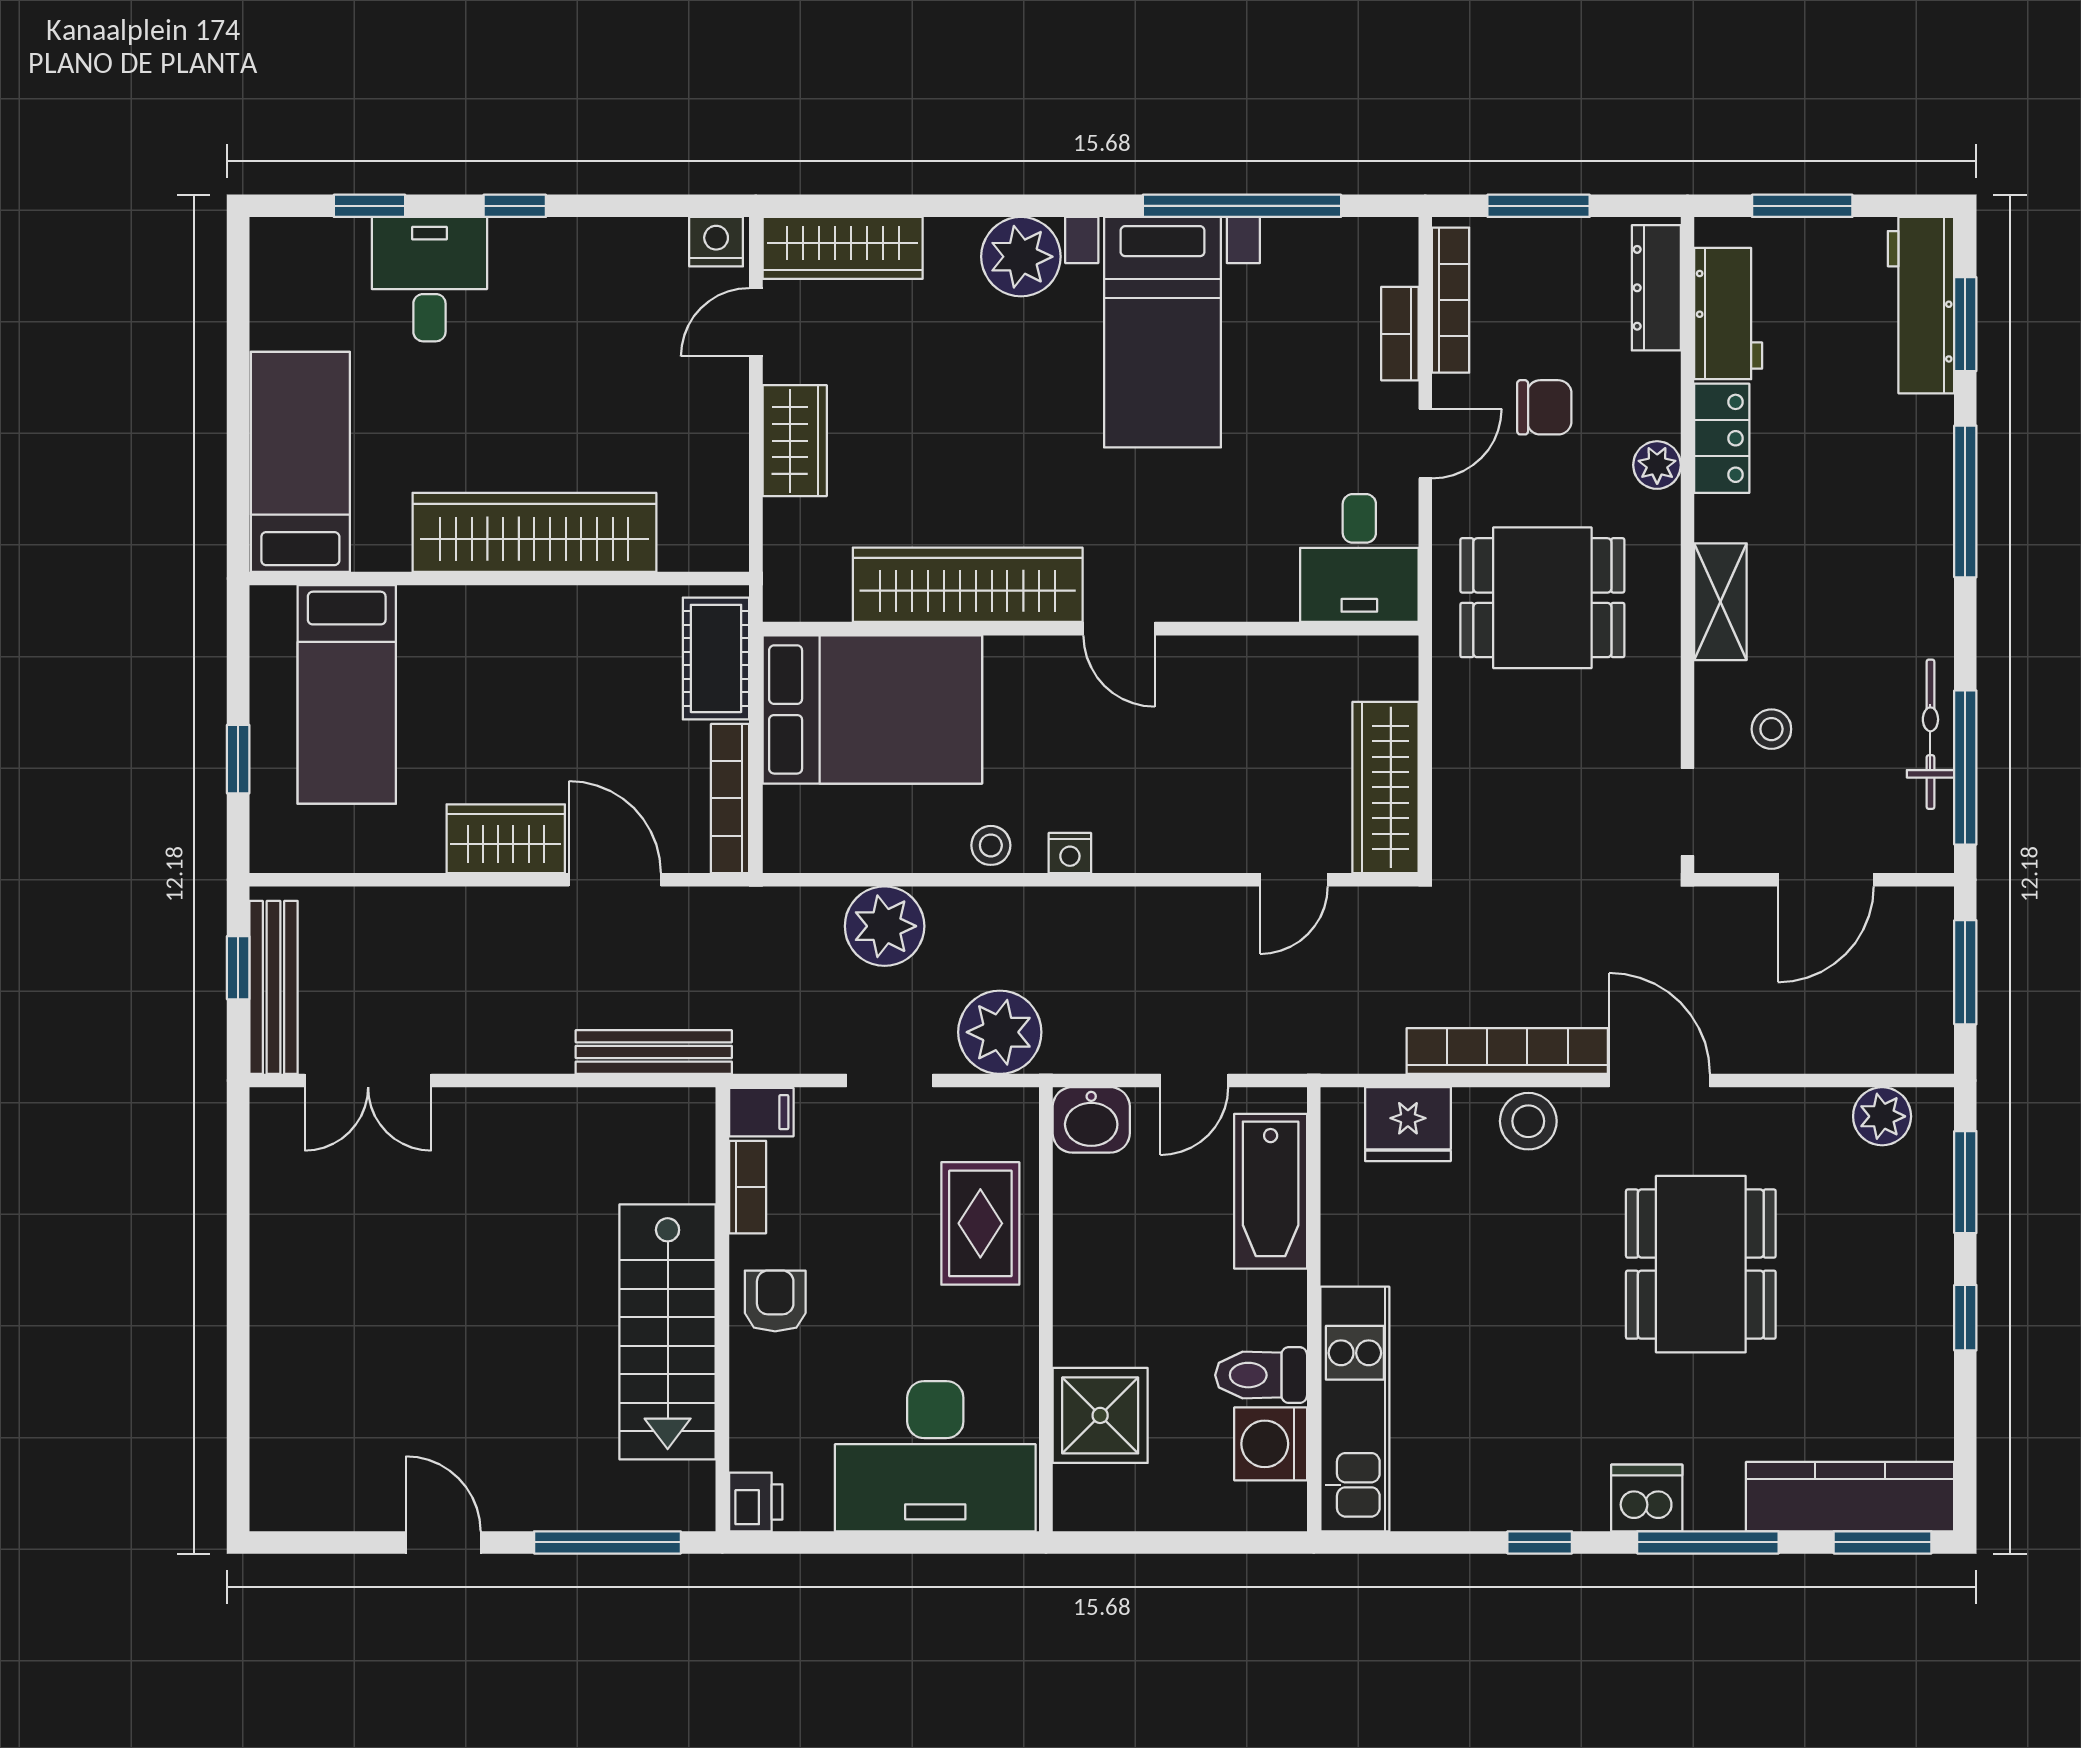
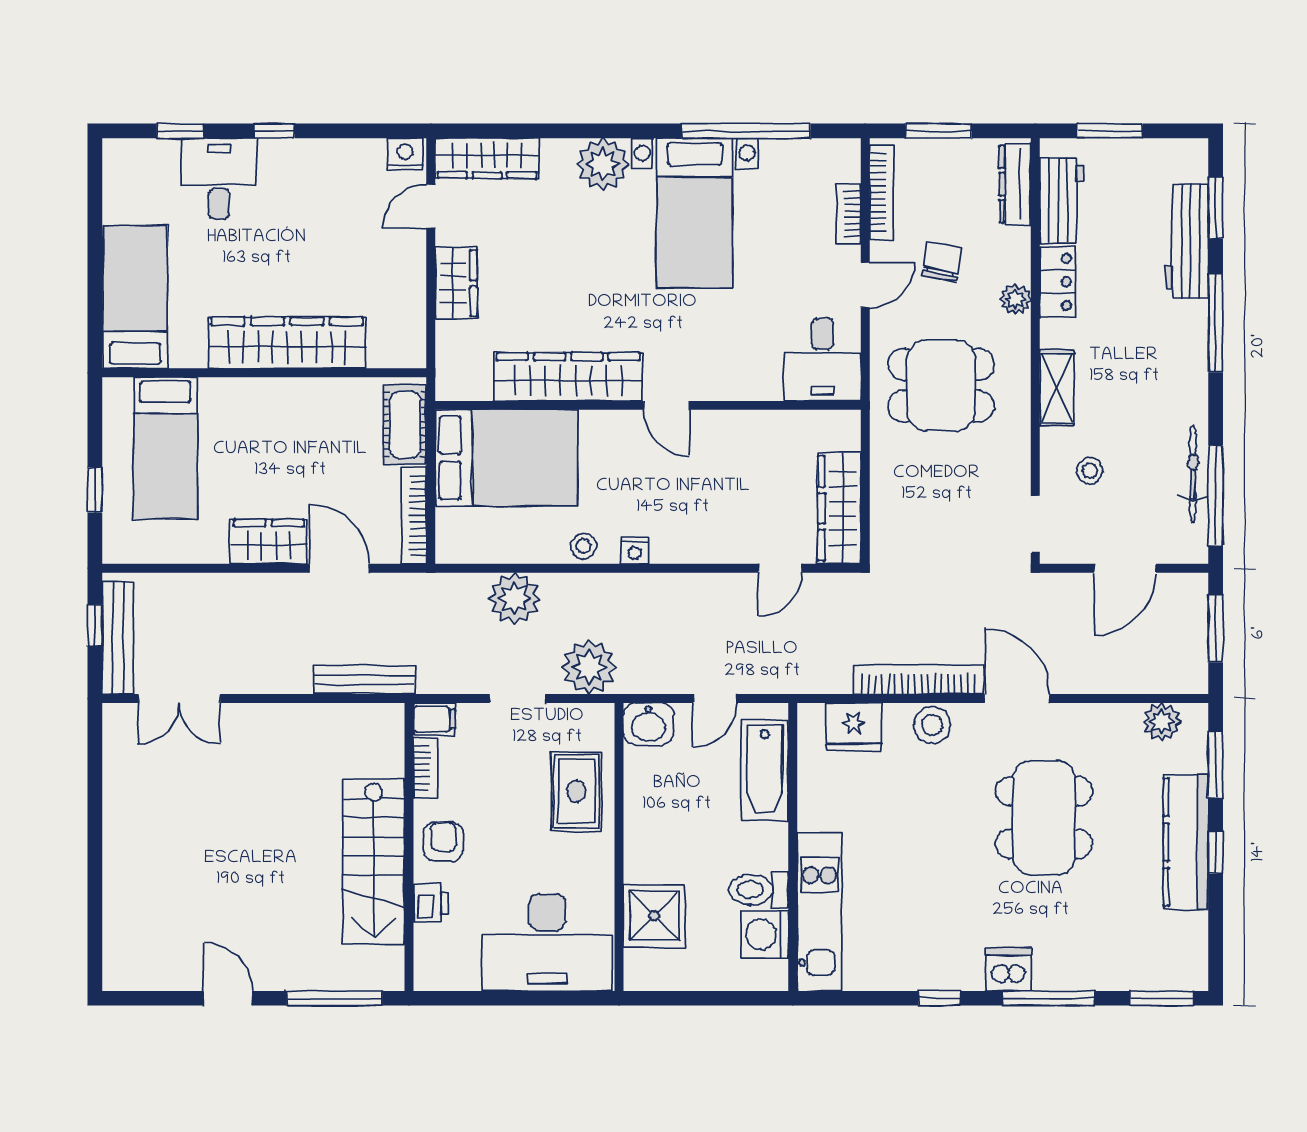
workbench: (1921, 305) -> (1187, 241), moved
chair: (1544, 407) -> (942, 262), turned -79
kitchen counter: (1850, 1497) -> (1186, 842), moved, turned -90
printer: (756, 1502) -> (431, 903), moved

